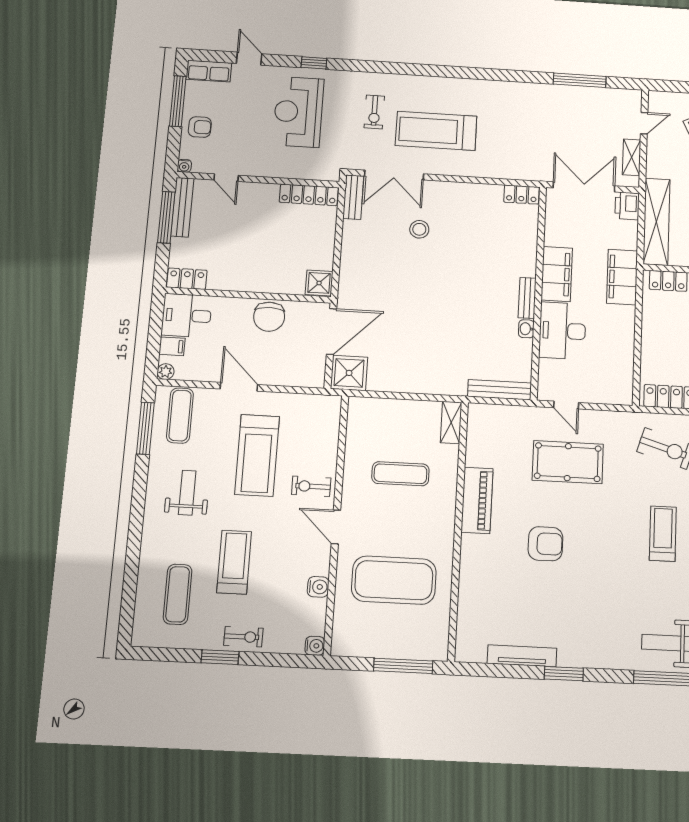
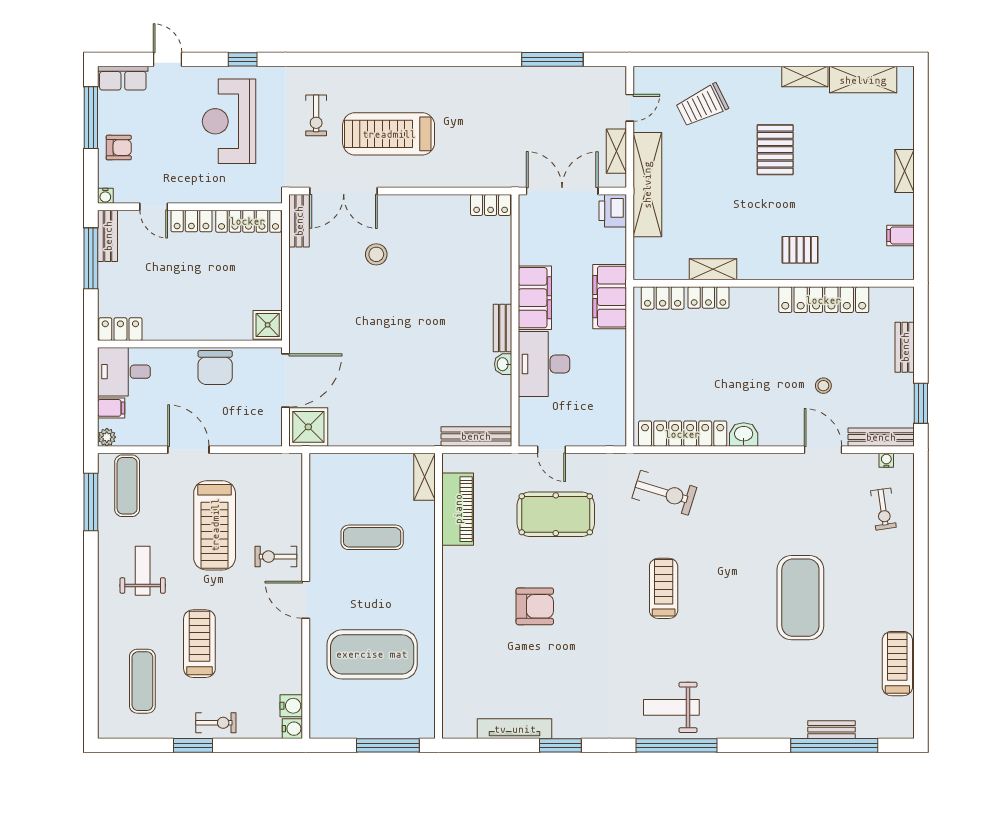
locker: (258, 192) -> (191, 221), added
bench: (182, 207) -> (108, 236), width x0.73
shelving: (657, 222) -> (647, 185), moved
piano: (477, 500) -> (458, 509), moved
water cooler: (318, 587) -> (291, 706), moved

